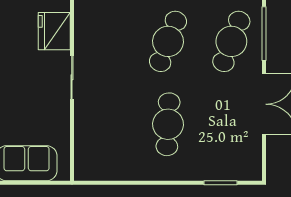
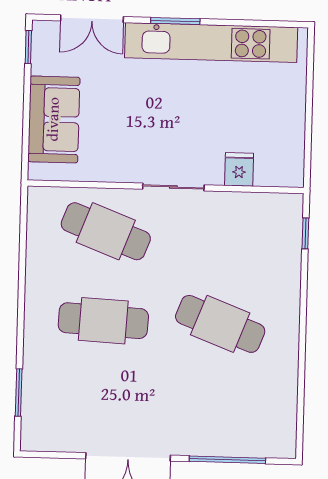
fridge: (54, 31) -> (239, 169), width x0.53, depth x0.75
cafe table: (231, 41) -> (106, 231), moved

